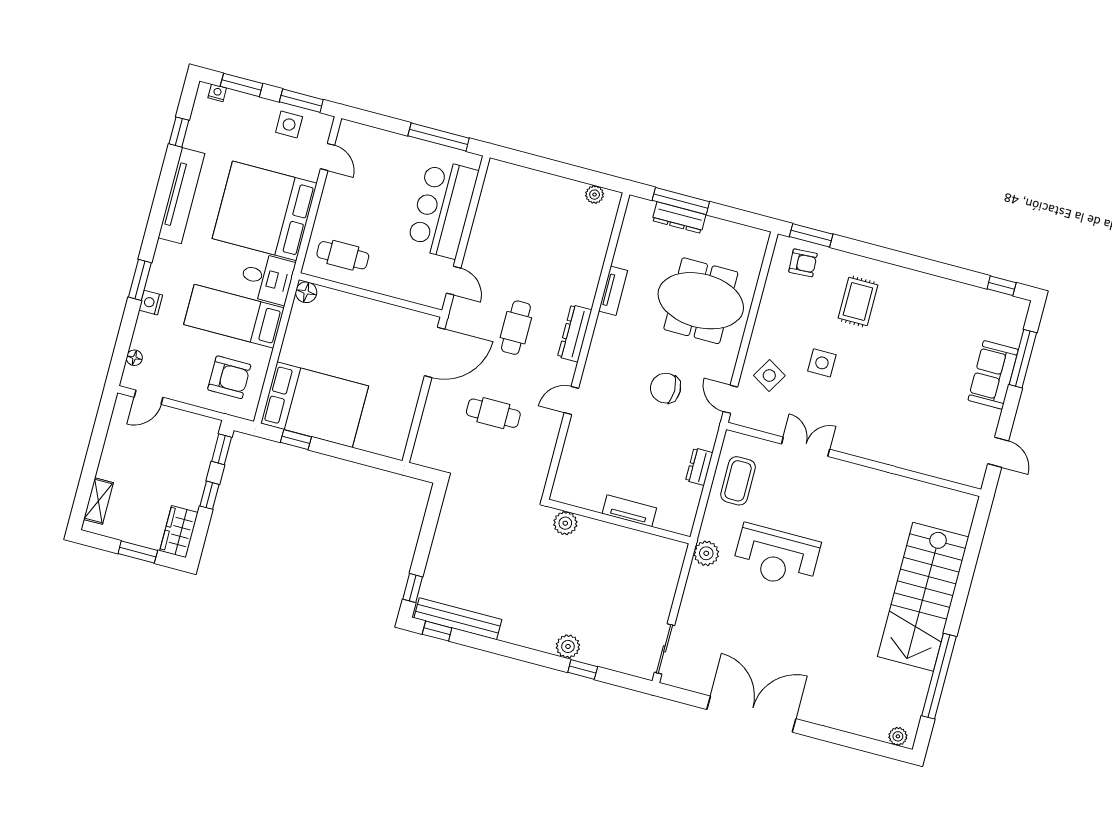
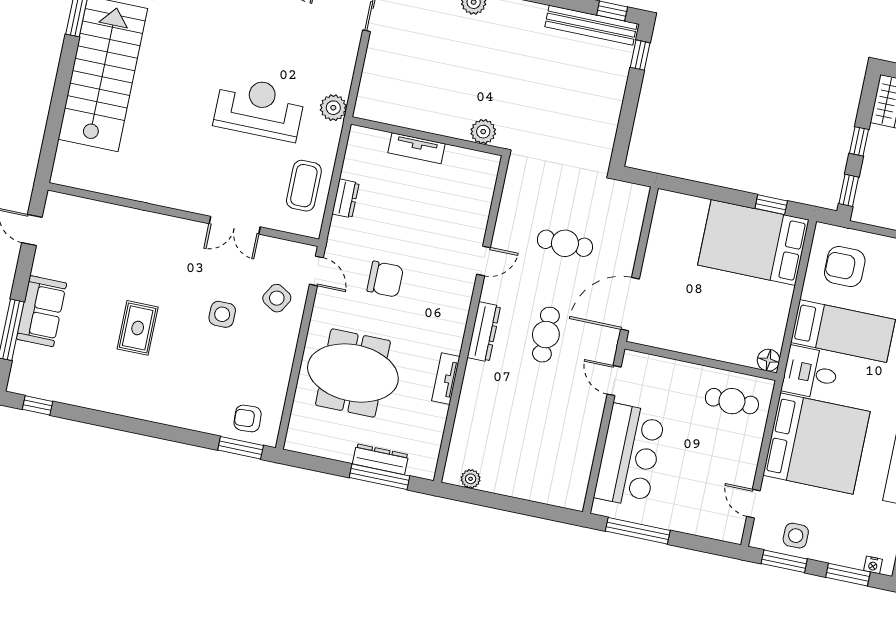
rug: (858, 302) -> (138, 328), moved

